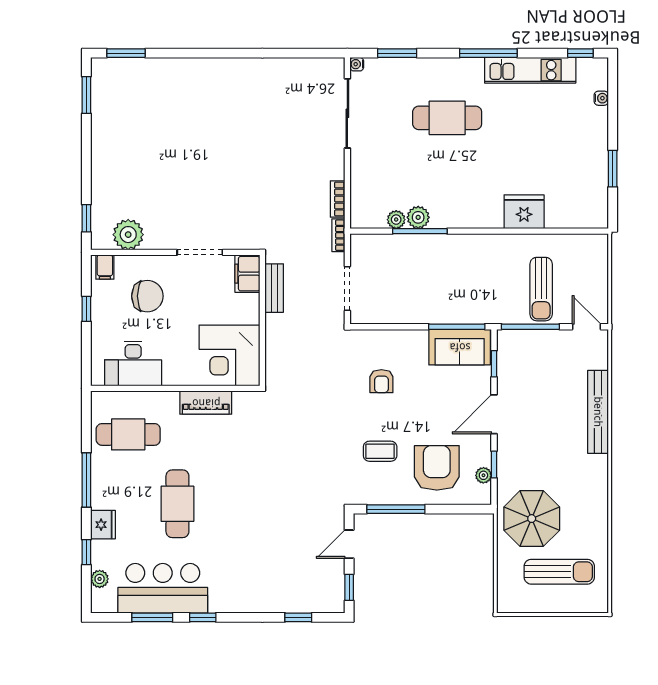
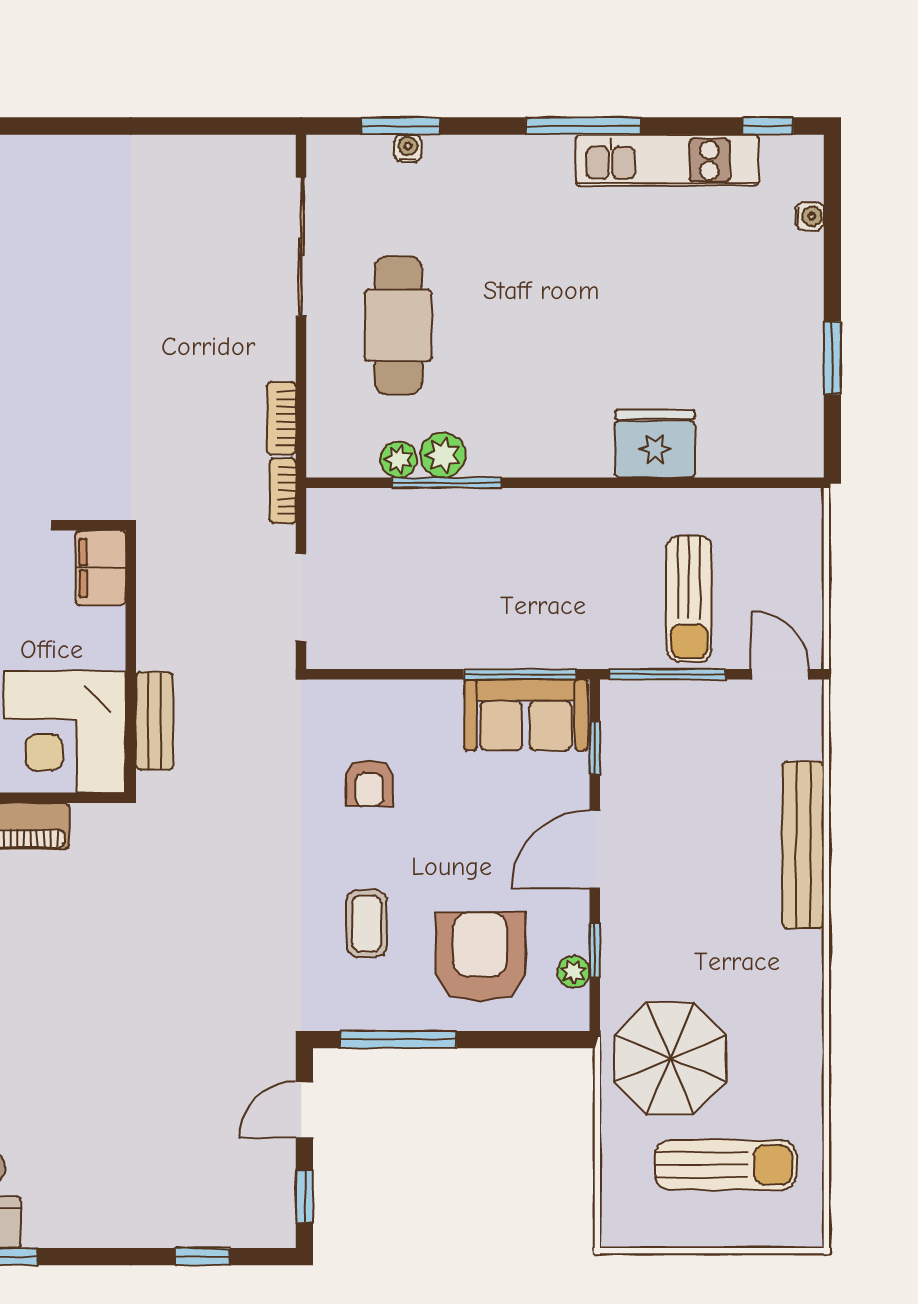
water cooler: (357, 64) -> (408, 148), moved, turned 90
cafe table: (447, 118) -> (398, 325), moved, turned 90
bench: (274, 288) -> (154, 721), moved
coffee table: (380, 451) -> (367, 924), turned 90

